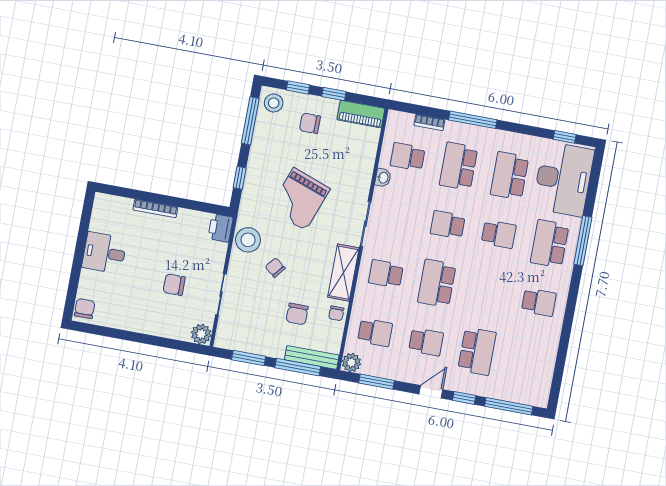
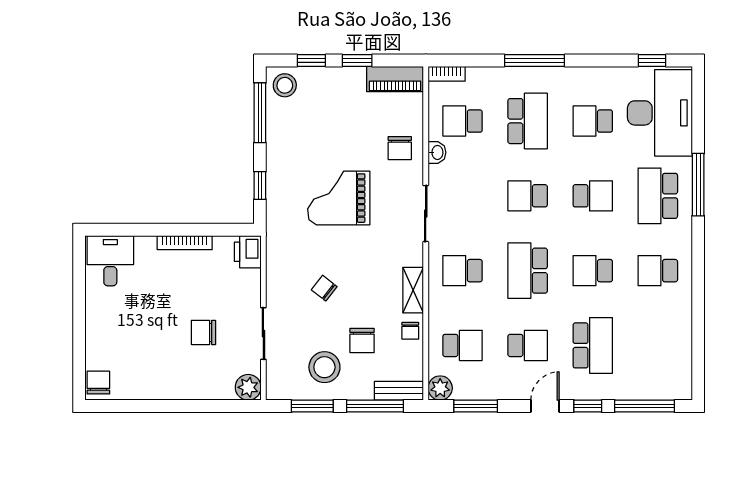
bookcase: (429, 122) -> (447, 74), moved
chair: (310, 123) -> (400, 148), moved, turned -90
school desk: (459, 166) -> (528, 121), turned 180
school desk: (510, 176) -> (593, 121), width x0.54
grand piano: (300, 199) -> (339, 198), turned 70
bookcase: (155, 208) -> (185, 243), moved
stool: (248, 240) -> (324, 367), moved
desk: (104, 253) -> (110, 261), moved, turned 90
shelving: (343, 273) -> (413, 290), width x0.67, depth x0.75
school desk: (488, 293) -> (593, 271), added
school desk: (539, 302) -> (658, 271), turned 180
bench: (312, 357) -> (399, 391), width x0.73

